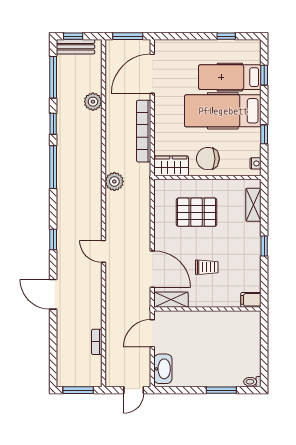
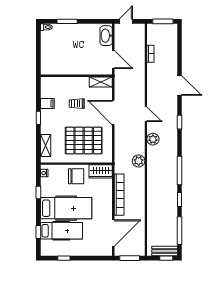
plant: (93, 102) -> (153, 139), moved
pallet: (197, 212) -> (84, 140), width x1.37, depth x1.41
door: (152, 269) -> (113, 113), moved
filing cabinet: (251, 300) -> (47, 103), moved
door: (152, 333) -> (113, 60), hinge flipped

